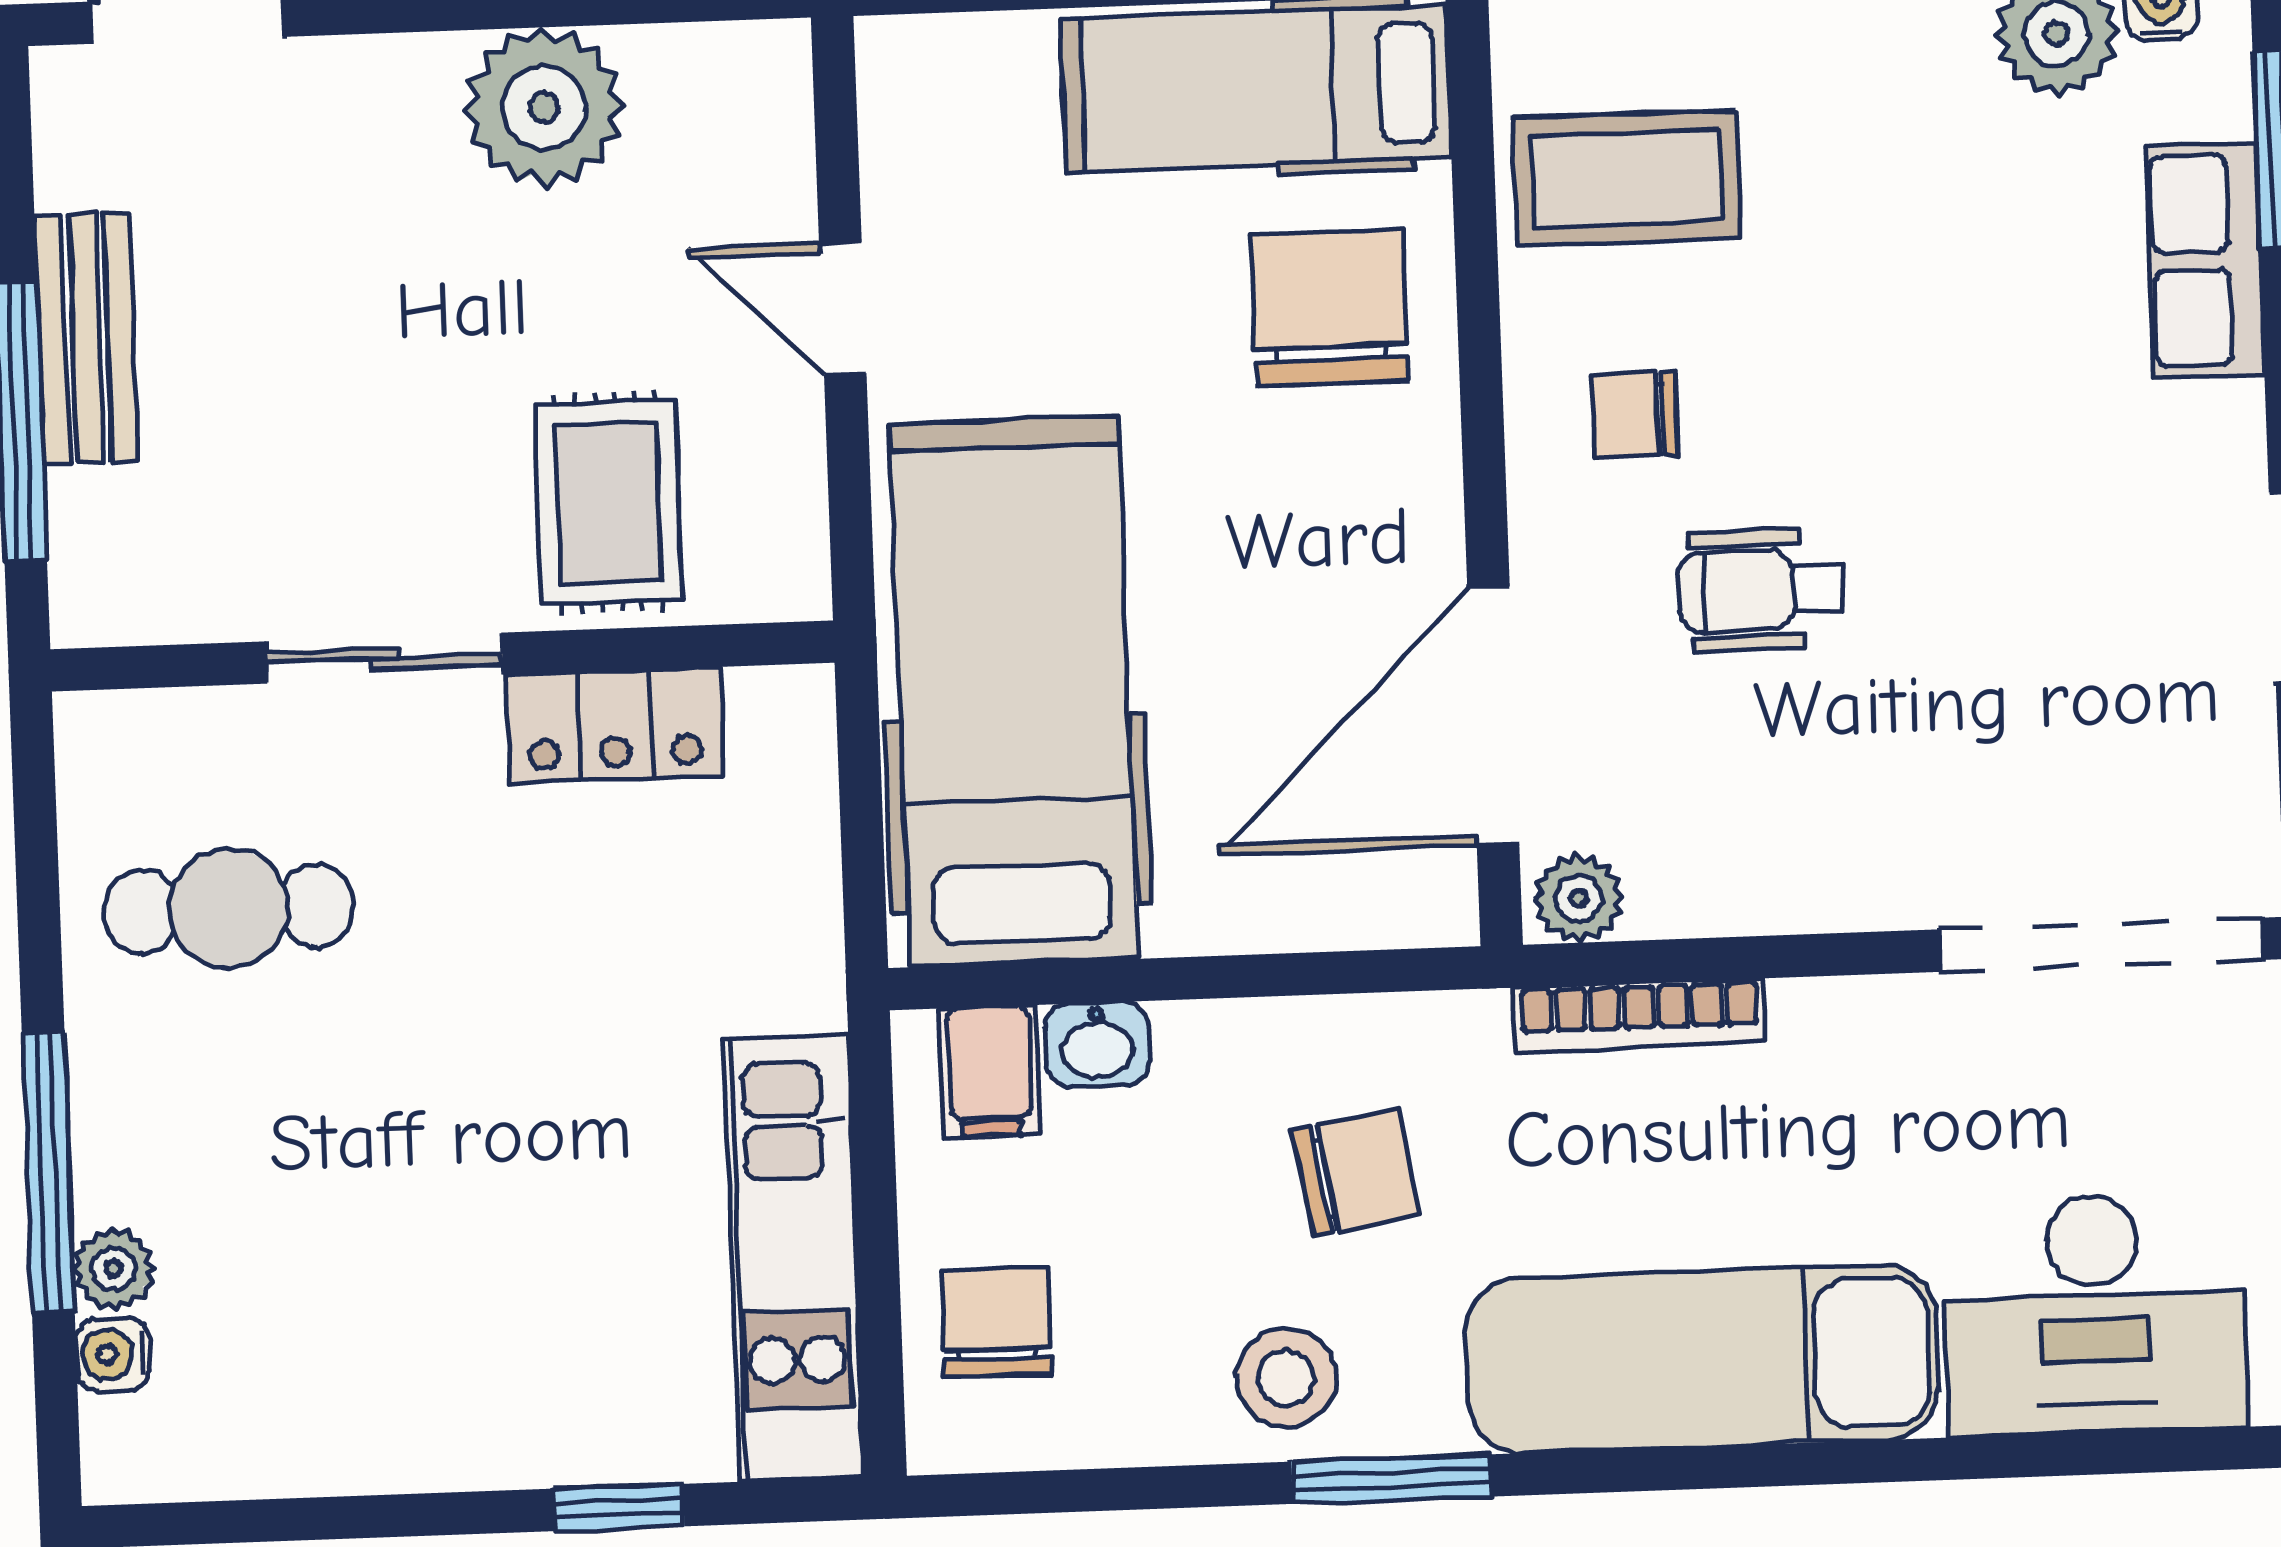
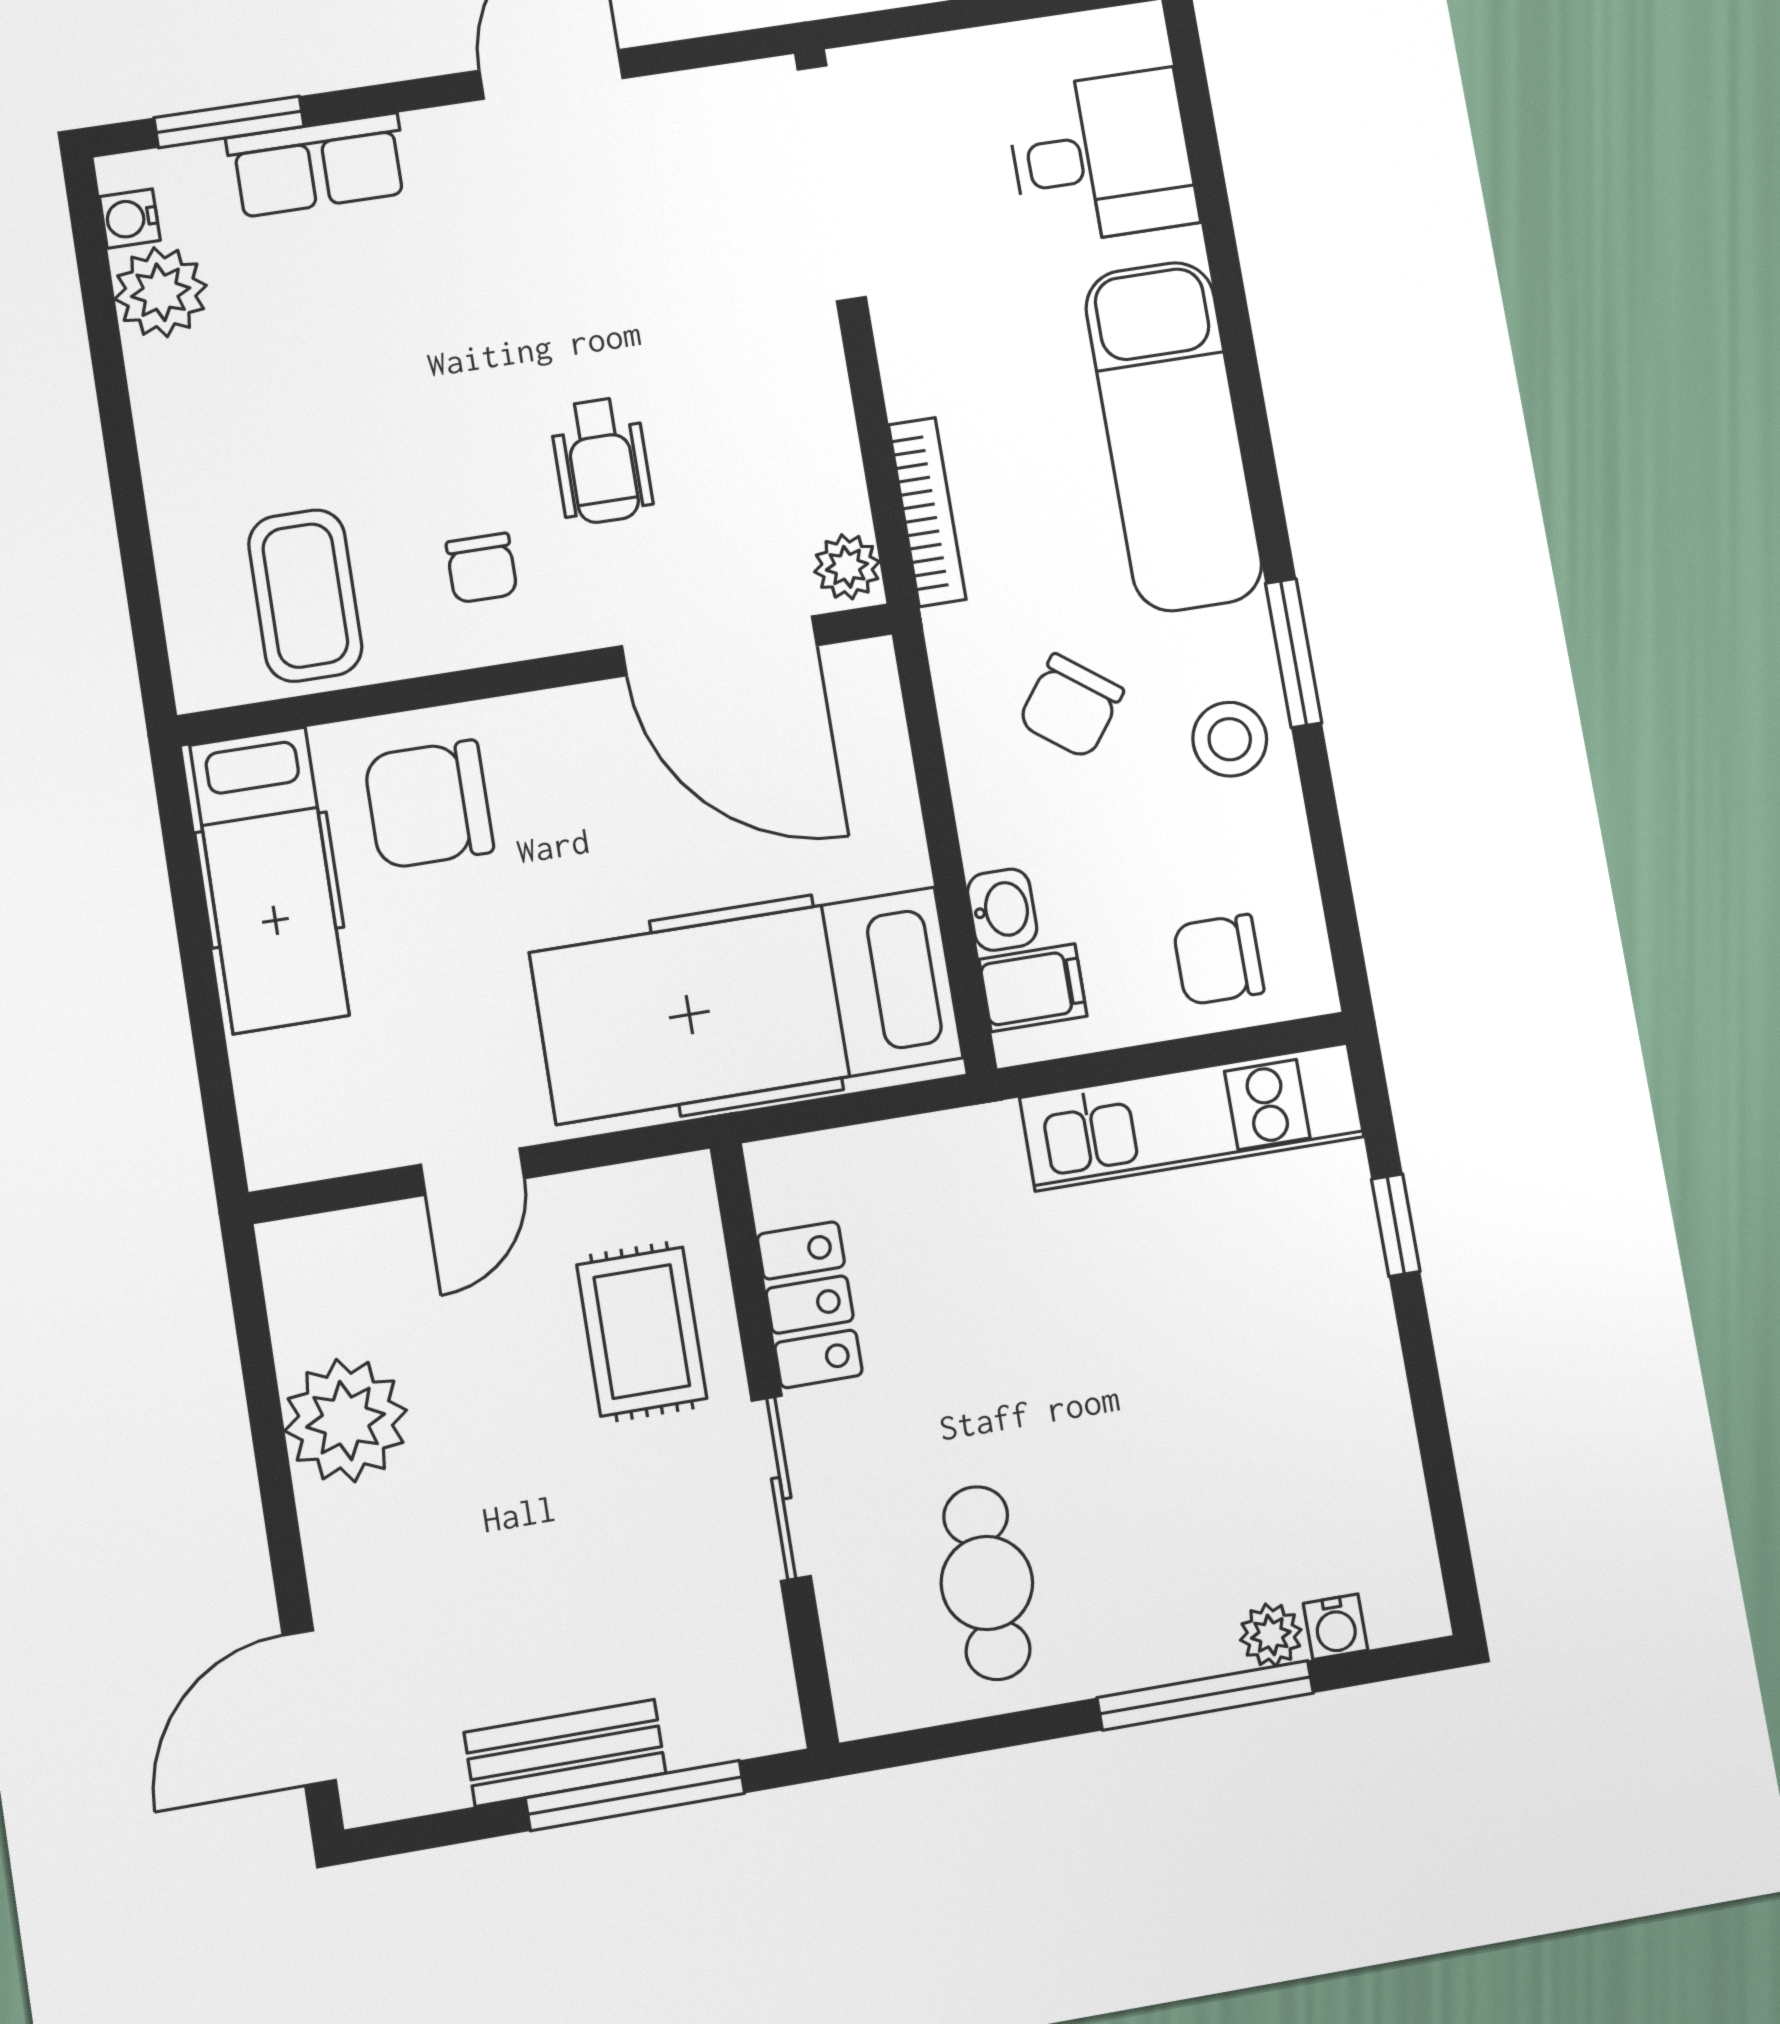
rug: (608, 503) -> (642, 1331), turned 90
chair: (1356, 1172) -> (1071, 706), turned -133
desk: (2095, 1314) -> (1102, 157), width x0.73

